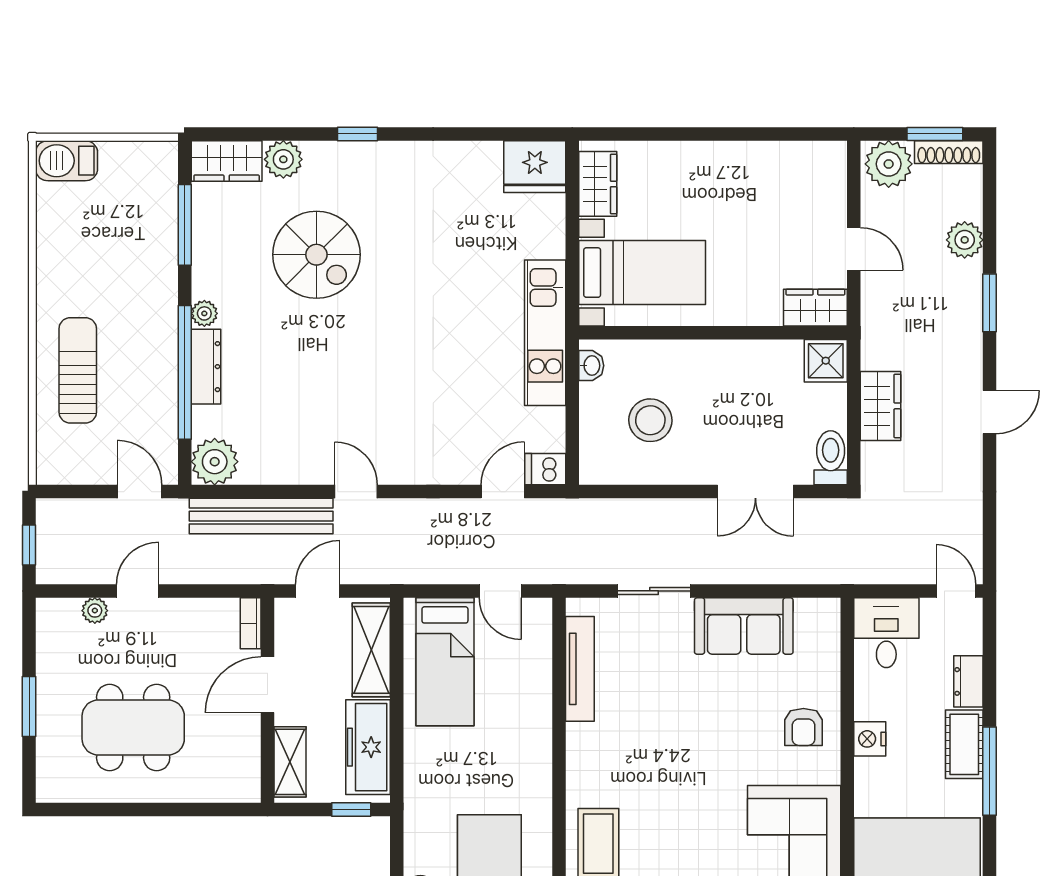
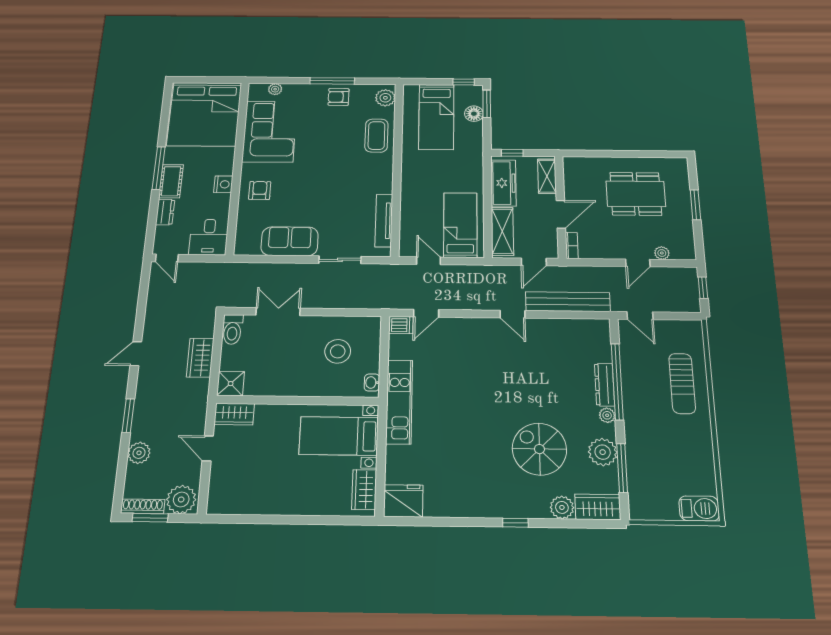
plant: (215, 462) -> (603, 452), moved

